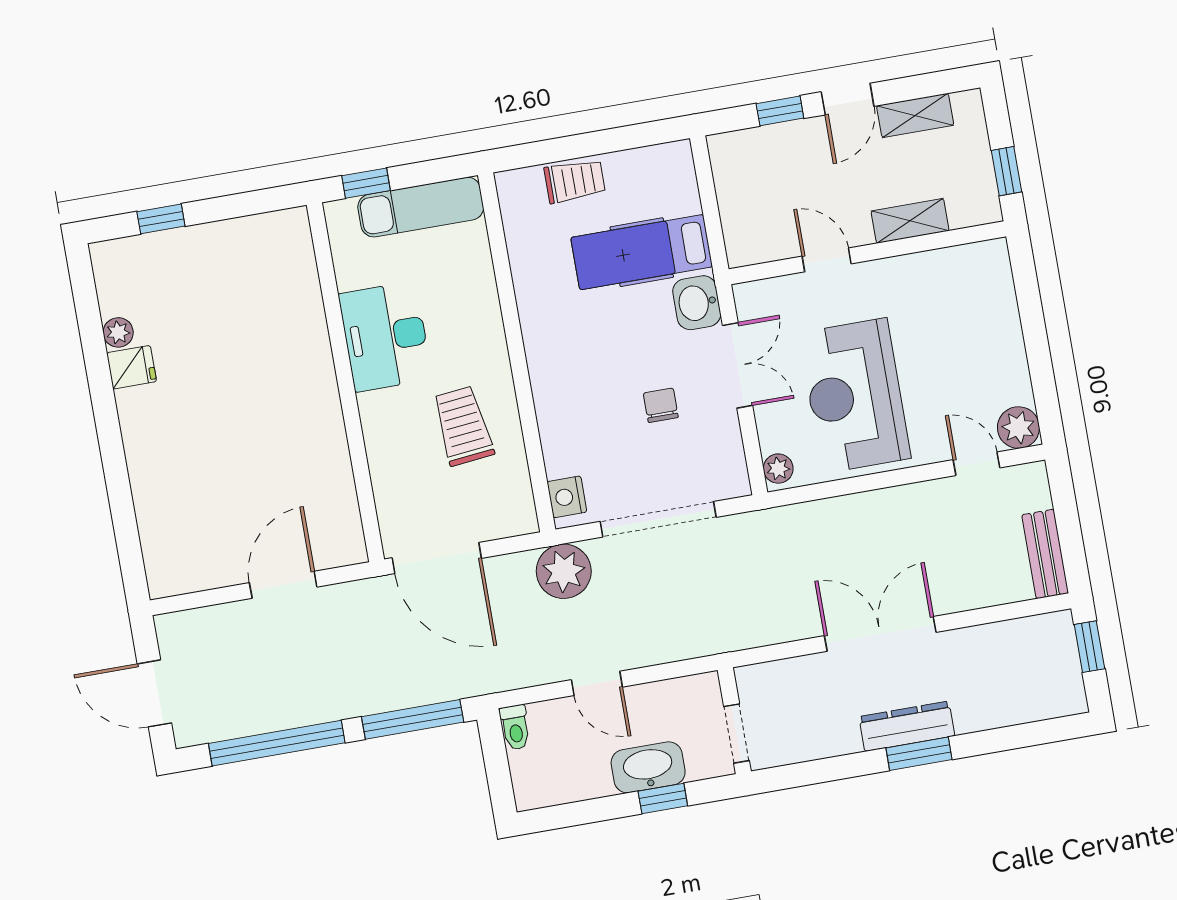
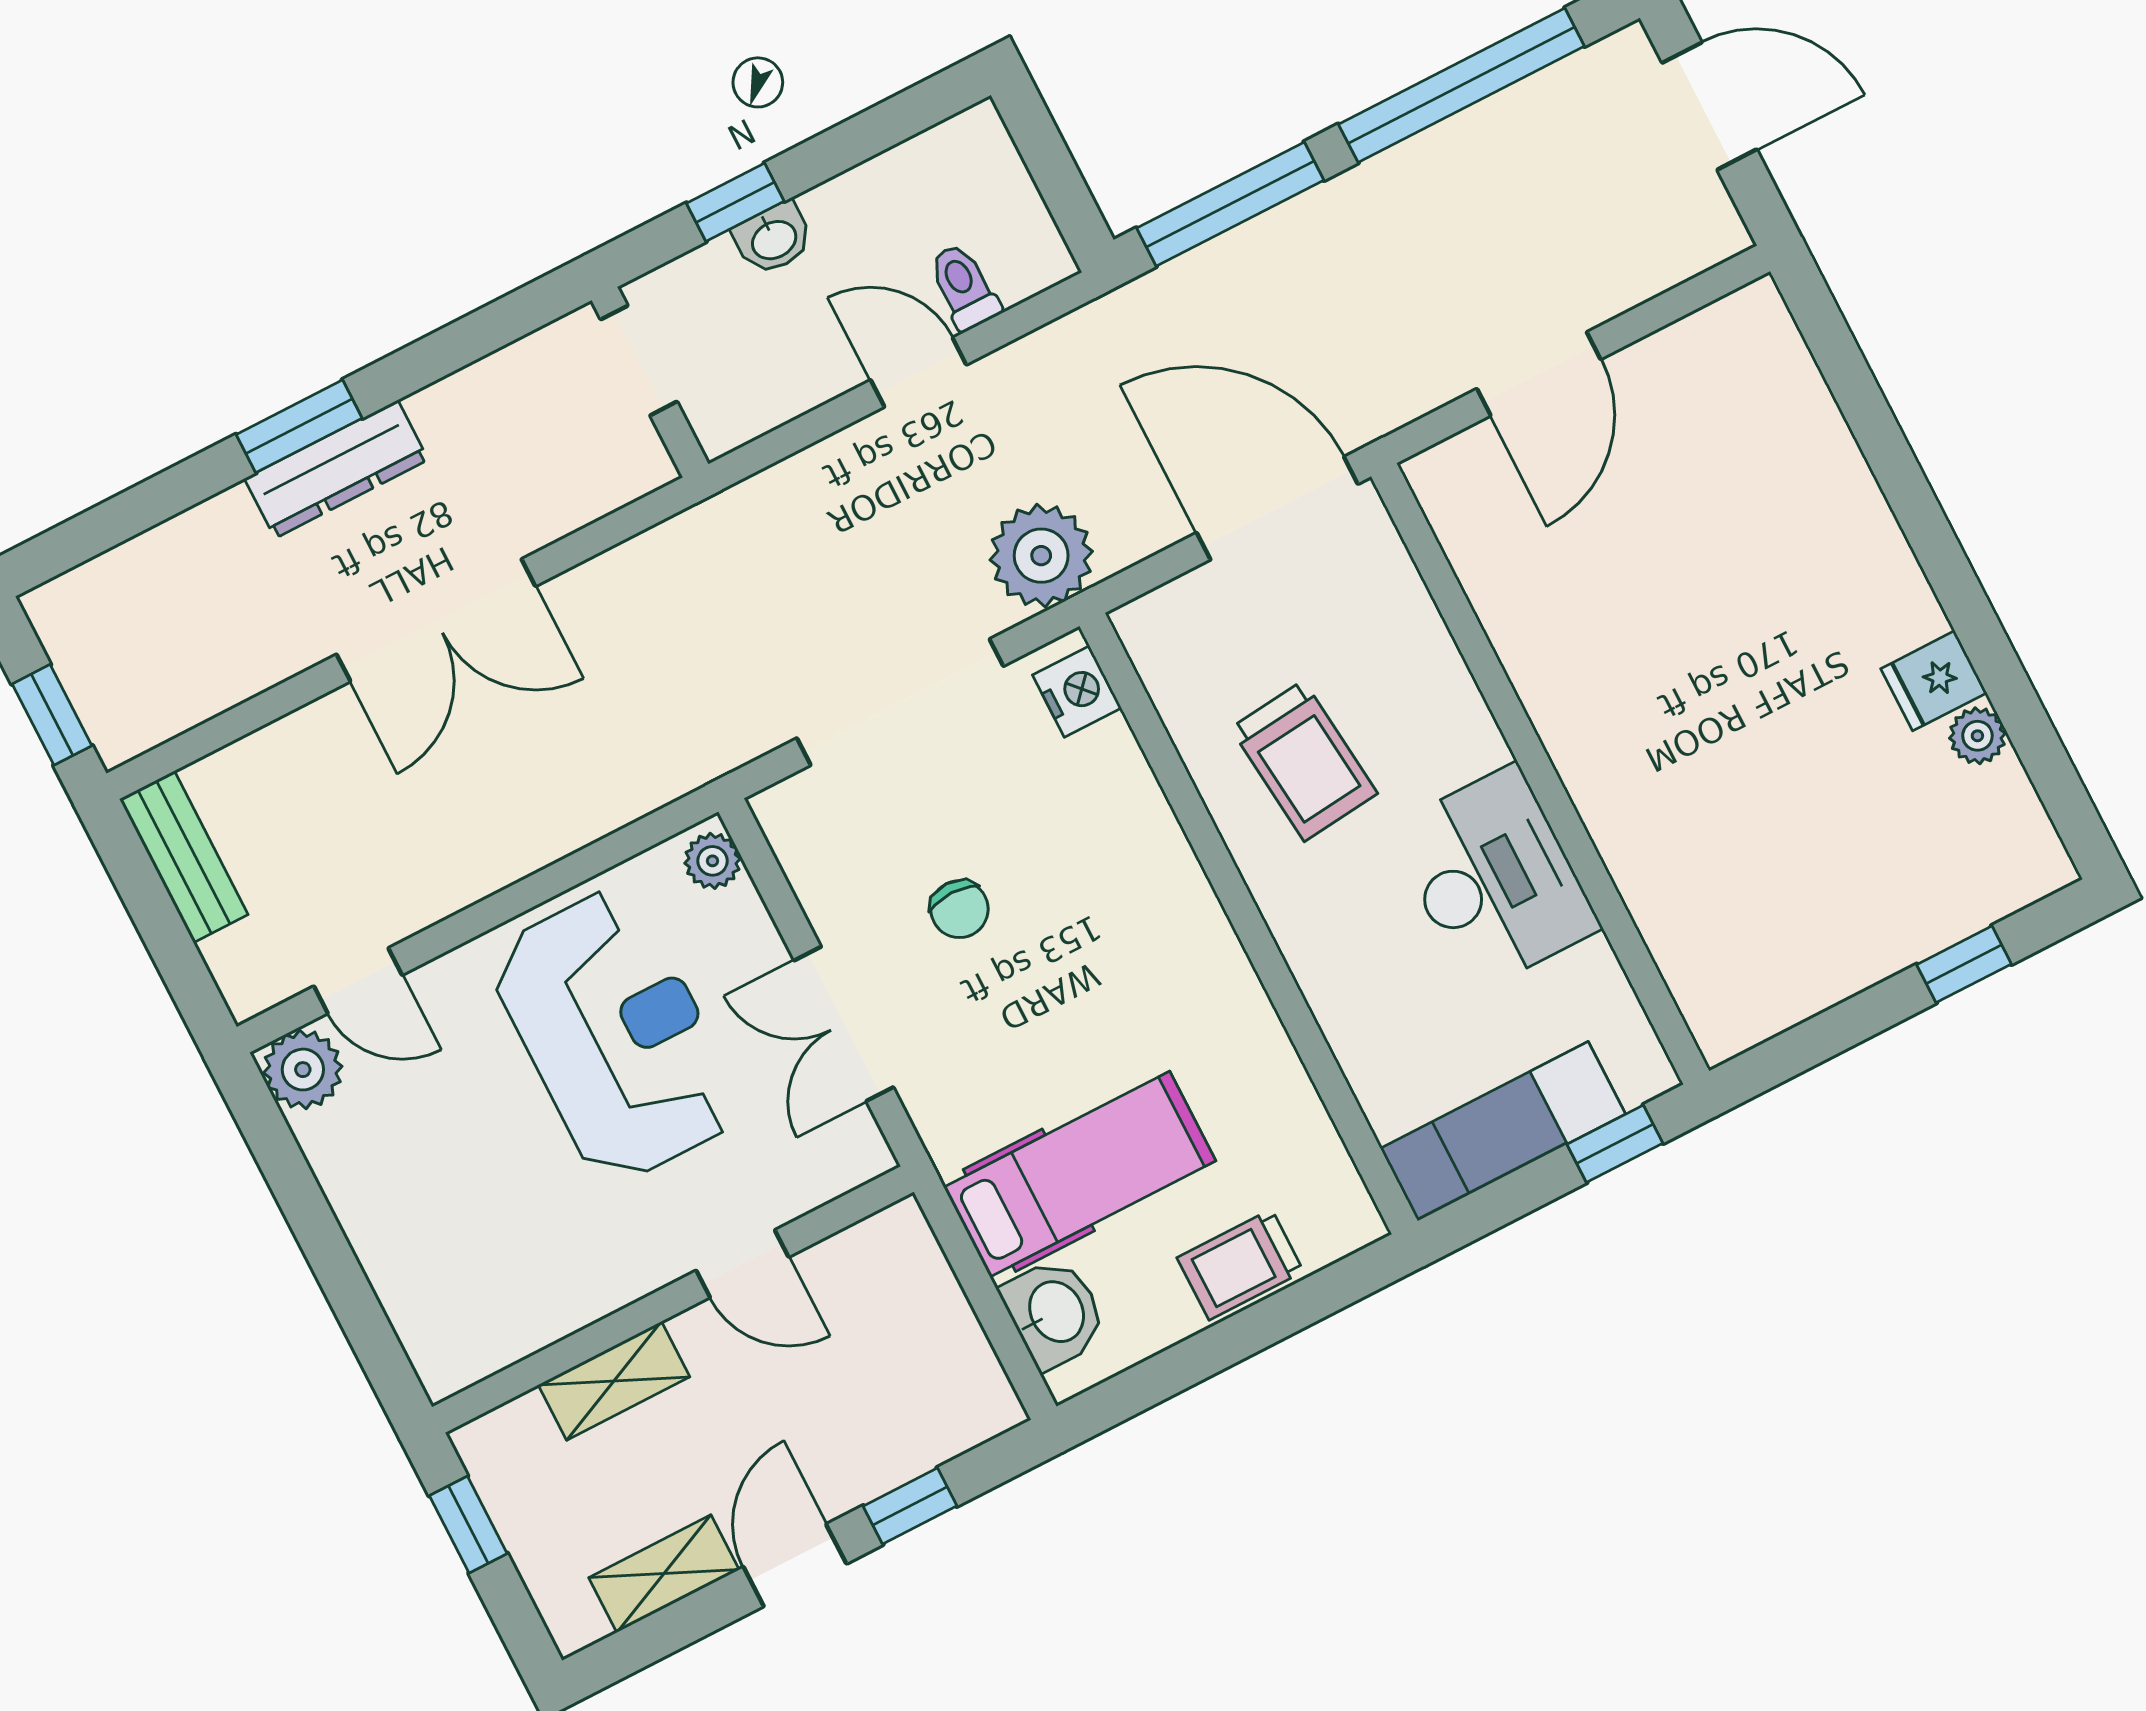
washbasin: (697, 303) -> (1054, 1313), moved
toilet: (515, 727) -> (964, 287), moved
washbasin: (648, 767) -> (773, 239), width x0.52, depth x0.69

